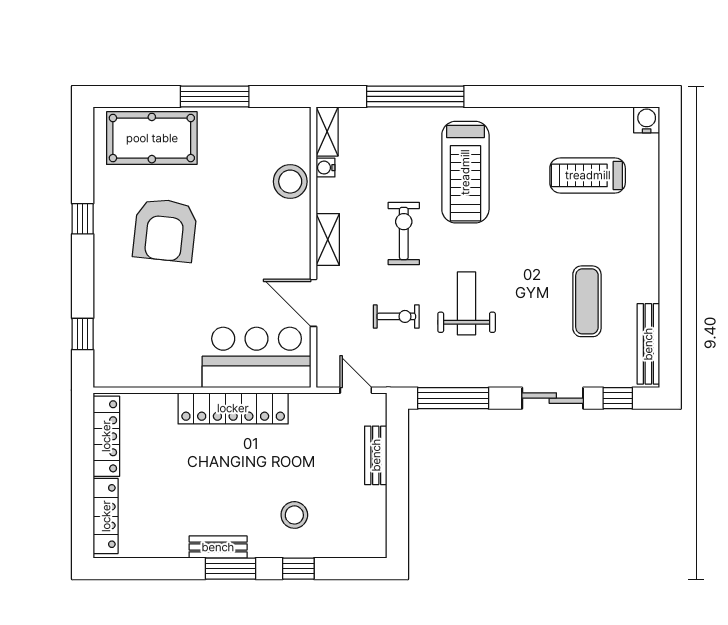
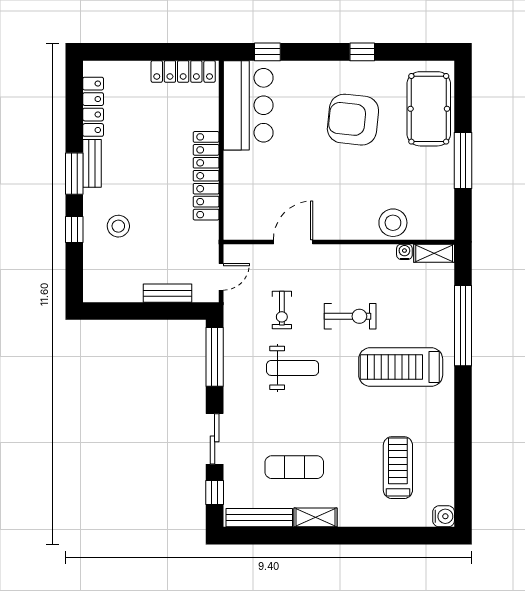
shelving: (328, 239) -> (315, 517), moved
bar counter: (257, 357) -> (248, 105), moved
locker: (106, 516) -> (93, 107), moved, turned -90

